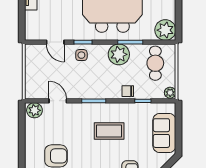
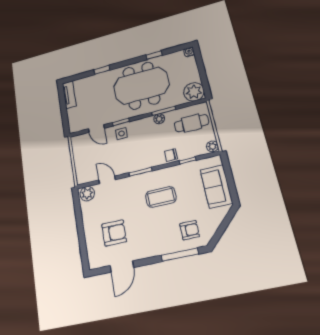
plant: (119, 54) -> (159, 119), width x0.53, depth x0.53
cafe table: (155, 63) -> (191, 123), turned 90

